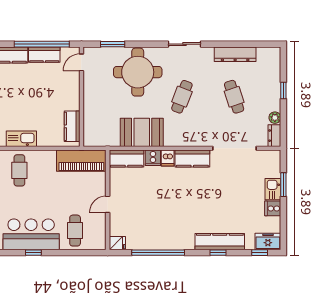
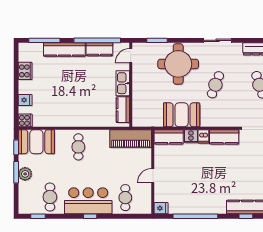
kitchen sink: (21, 139) -> (123, 83), moved, turned -90

